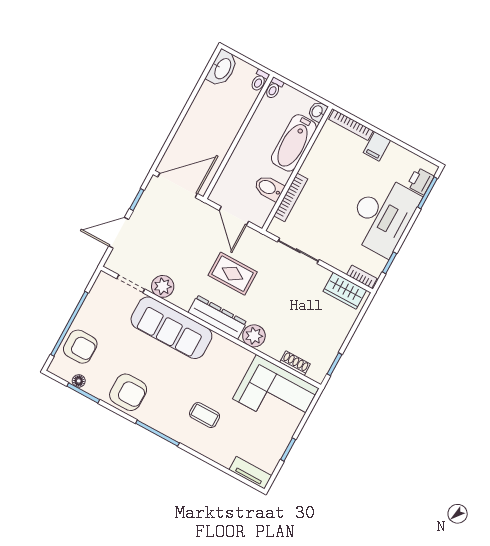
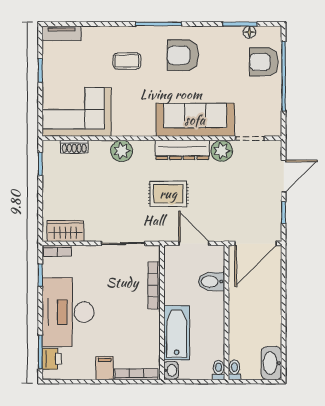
bidet: (269, 188) -> (211, 282), moved, turned 180
dresser: (217, 317) -> (182, 150), moved
armchair: (128, 392) -> (183, 55), moved

